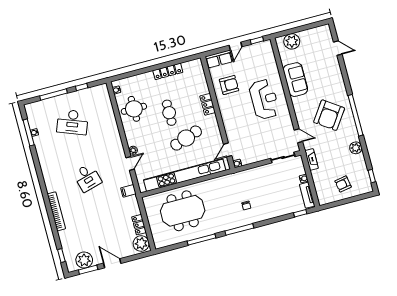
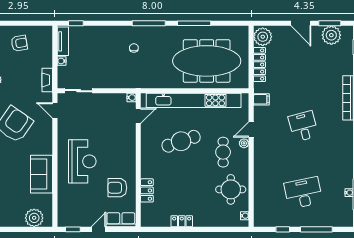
locker: (168, 71) -> (182, 221), width x0.66
reception desk: (264, 99) -> (82, 161), turned 180
locker: (208, 104) -> (147, 190), moved
cafe table: (169, 113) -> (223, 152), moved
desk: (72, 122) -> (303, 193), turned -33
meeting table: (183, 211) -> (207, 61), width x1.36
locker: (139, 225) -> (259, 65), width x1.53

